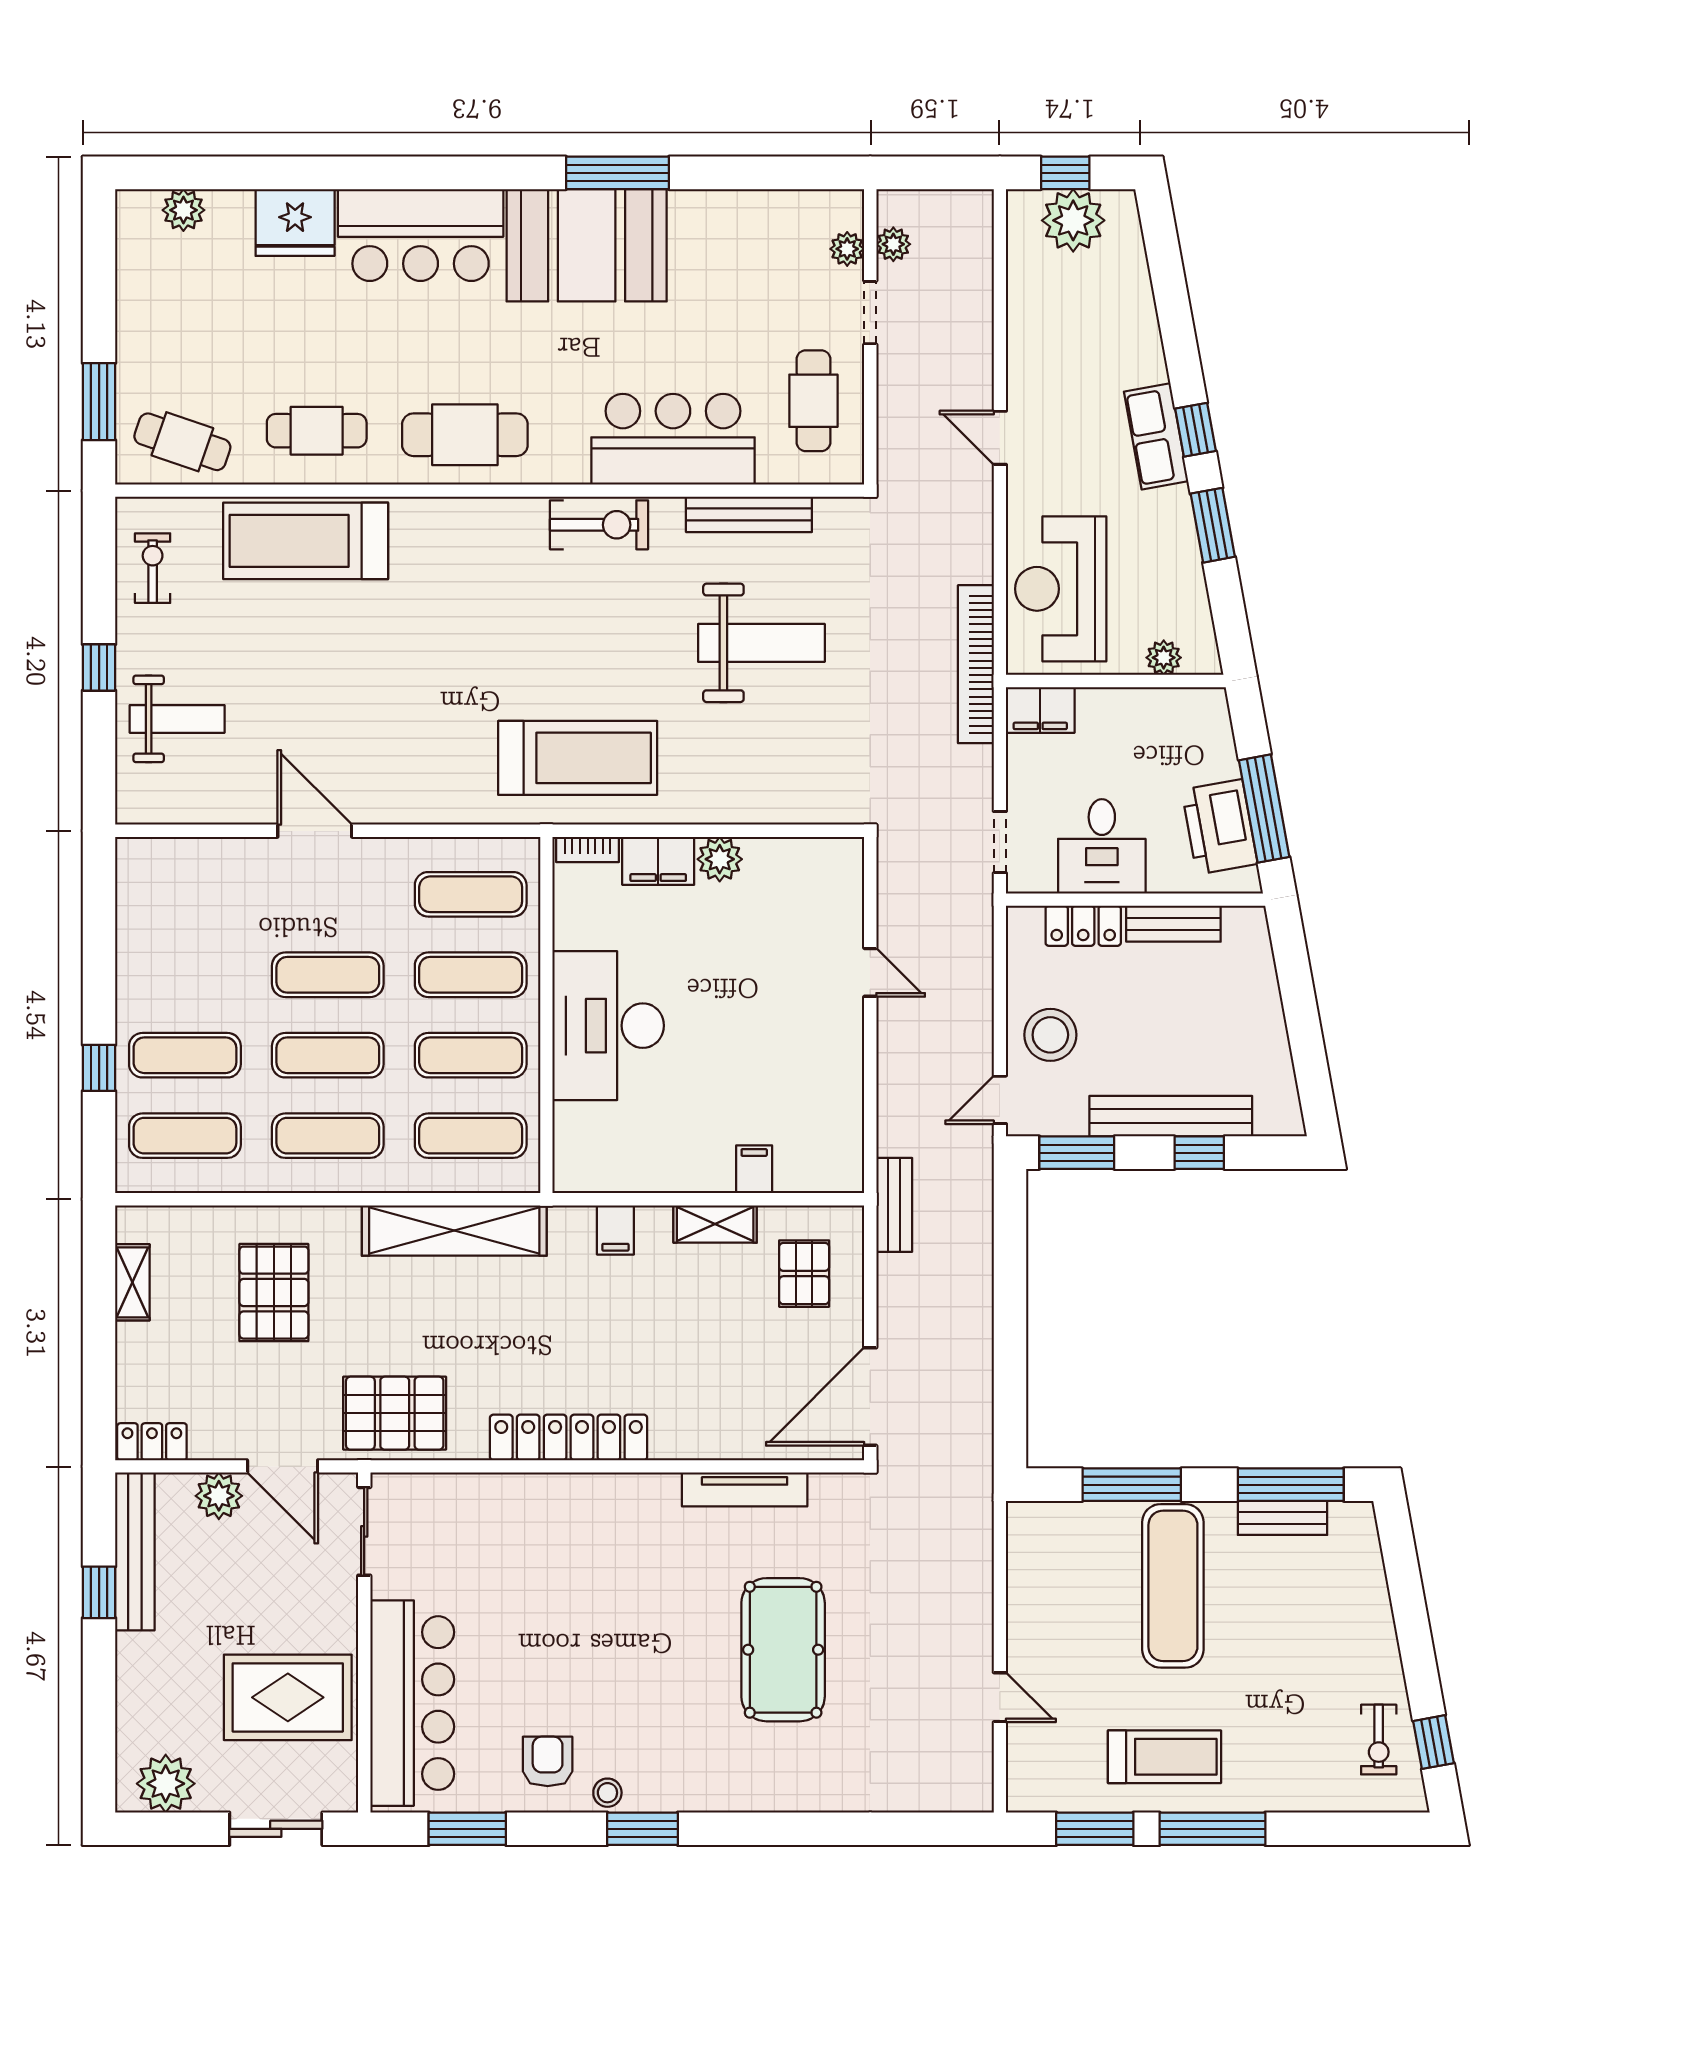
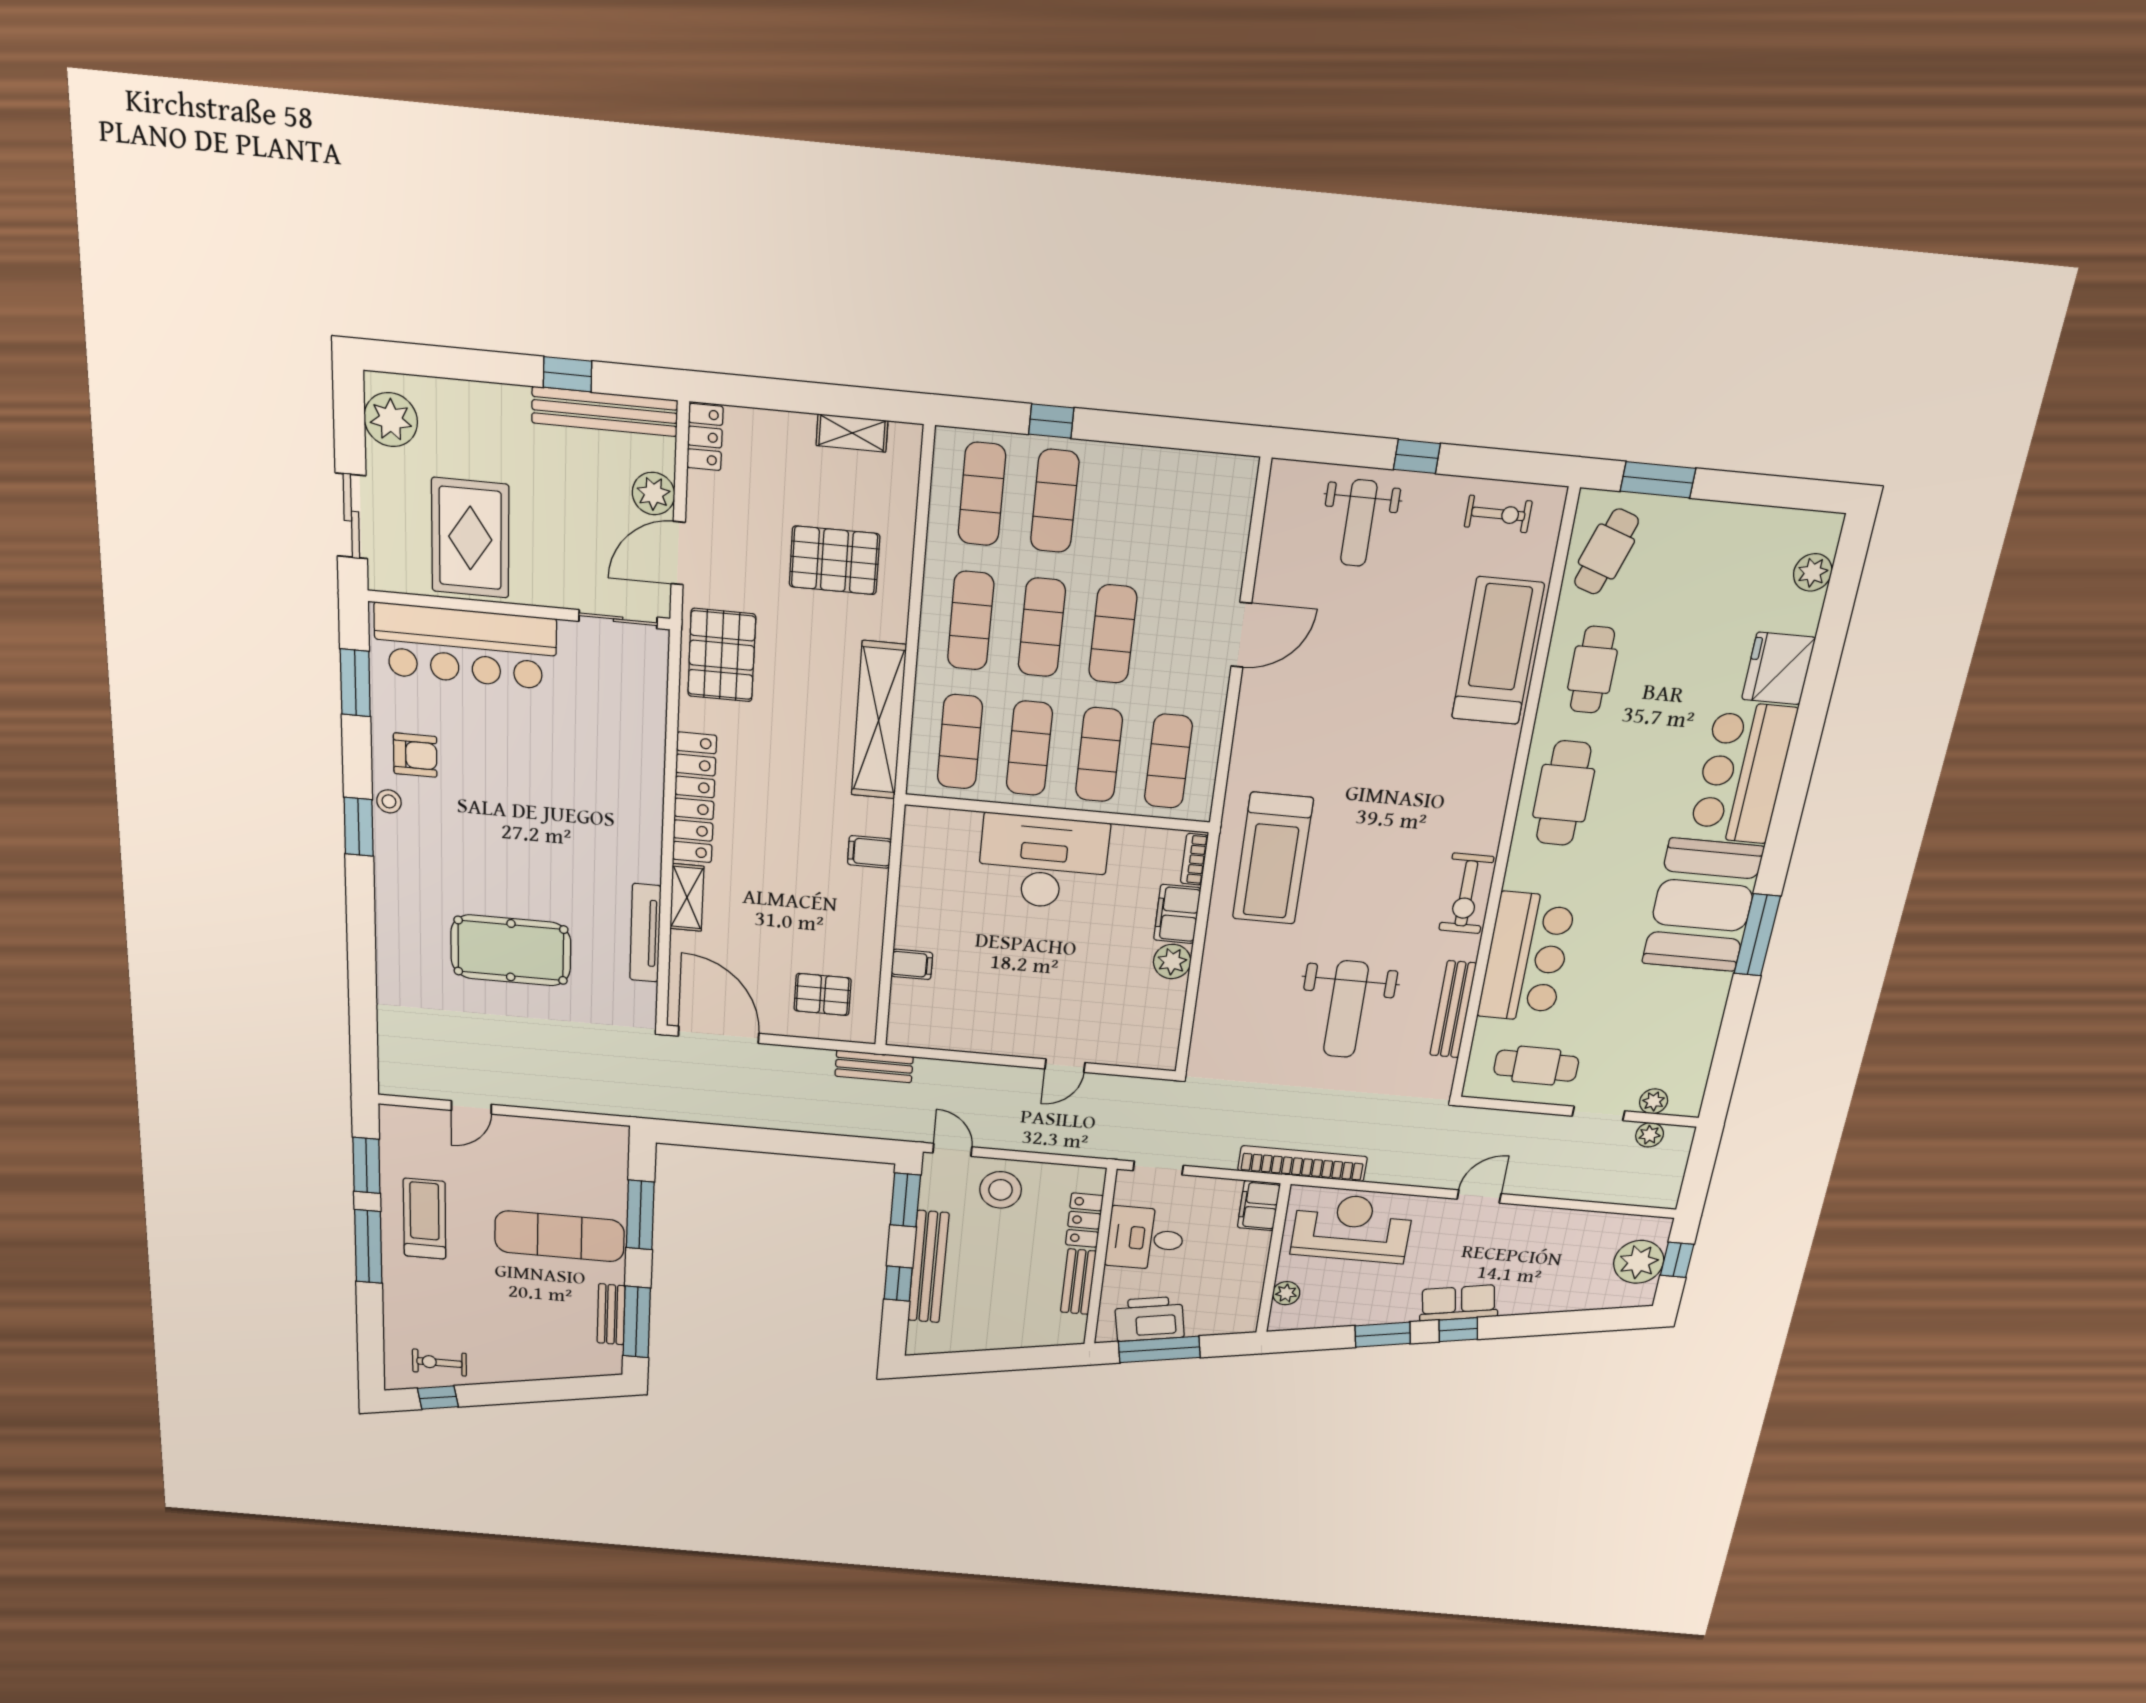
shelving: (715, 1224) -> (687, 897), moved
treadmill: (1165, 1757) -> (425, 1219), turned 180

